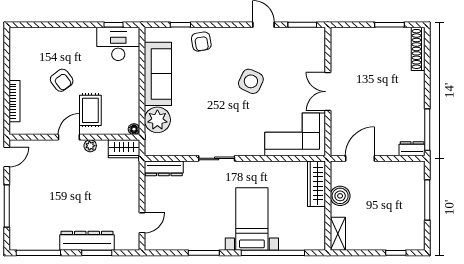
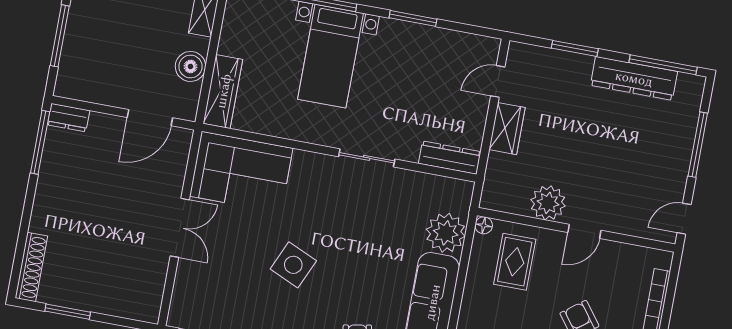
rug: (90, 110) -> (515, 262), moved
plant: (90, 146) -> (548, 203), width x1.88, depth x1.88
wardrobe: (124, 149) -> (507, 129), moved, turned 90
dresser: (87, 241) -> (634, 78), moved

